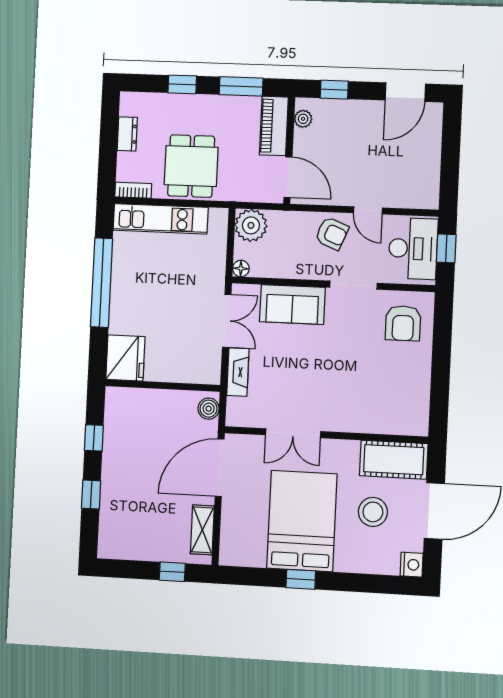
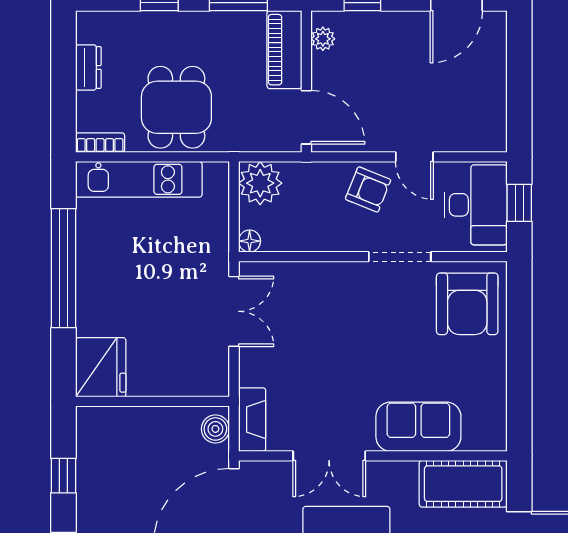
sofa: (292, 304) -> (418, 427), moved, turned 180
armchair: (403, 323) -> (467, 304), width x1.36, depth x1.36
fireplace: (238, 372) -> (252, 420), moved

